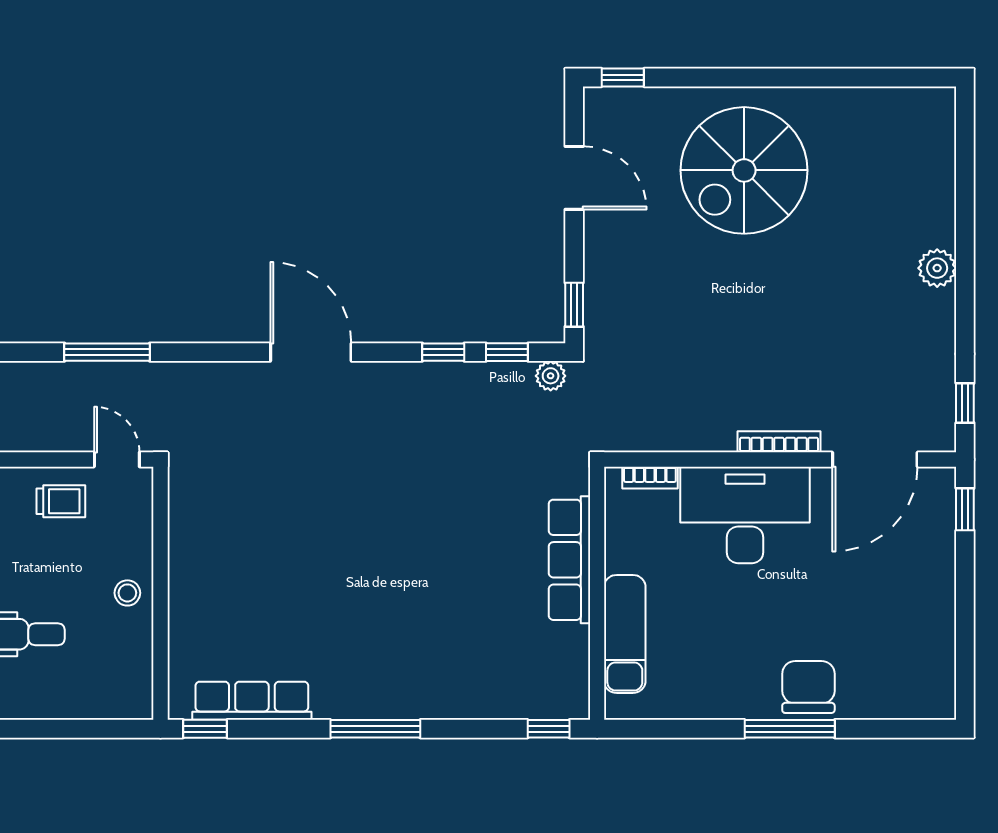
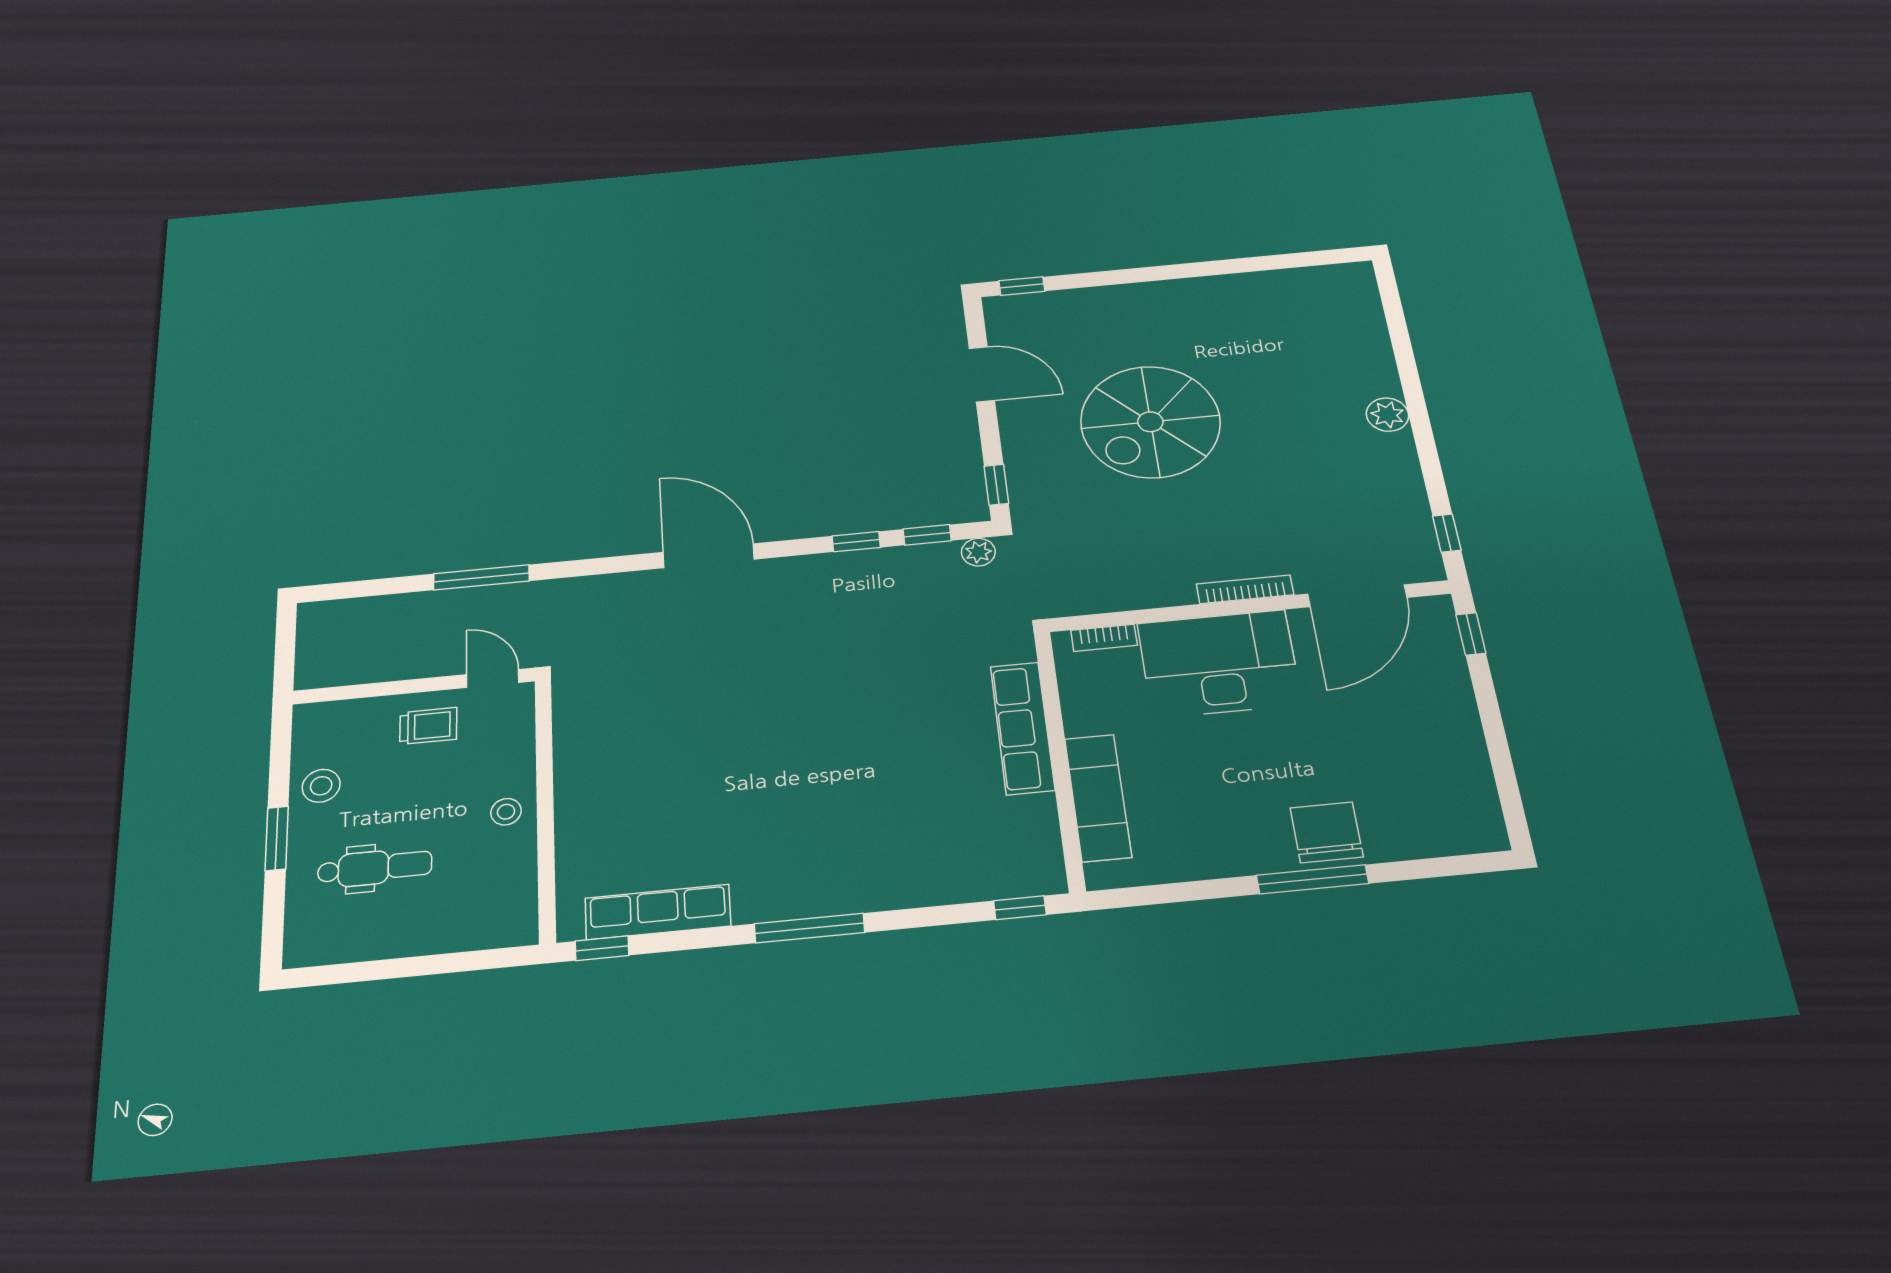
spiral stairs: (744, 170) -> (1150, 422), moved

